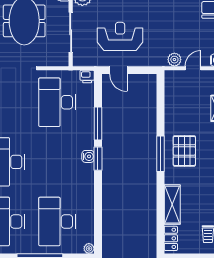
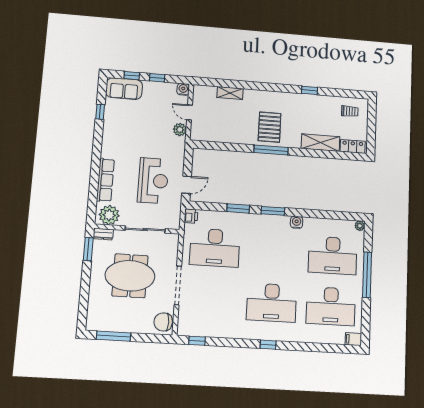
reception desk: (120, 36) -> (153, 181), turned 180
window: (98, 123) -> (238, 208), width x0.69
pallet: (184, 151) -> (270, 127), turned 90
water cooler: (88, 156) -> (297, 222), moved

